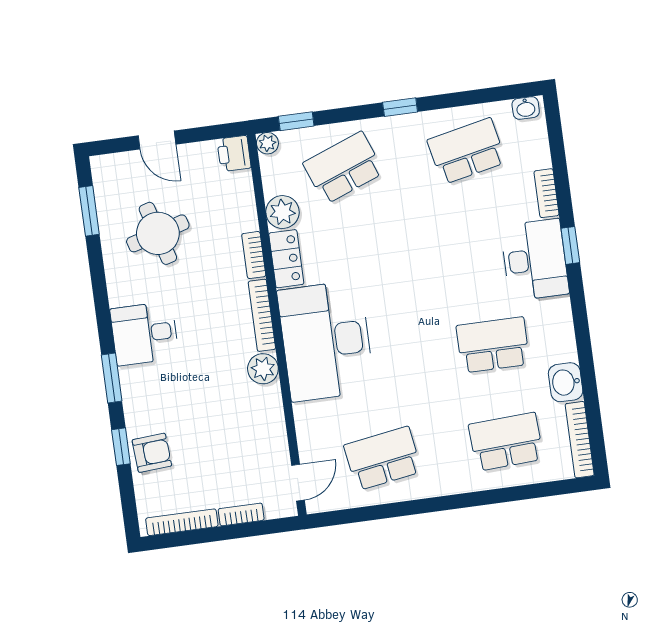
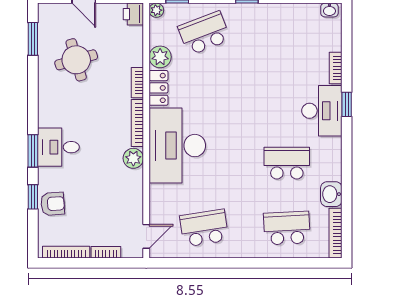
school desk: (467, 151) -> (287, 33), removed
desk: (144, 334) -> (58, 147), moved

